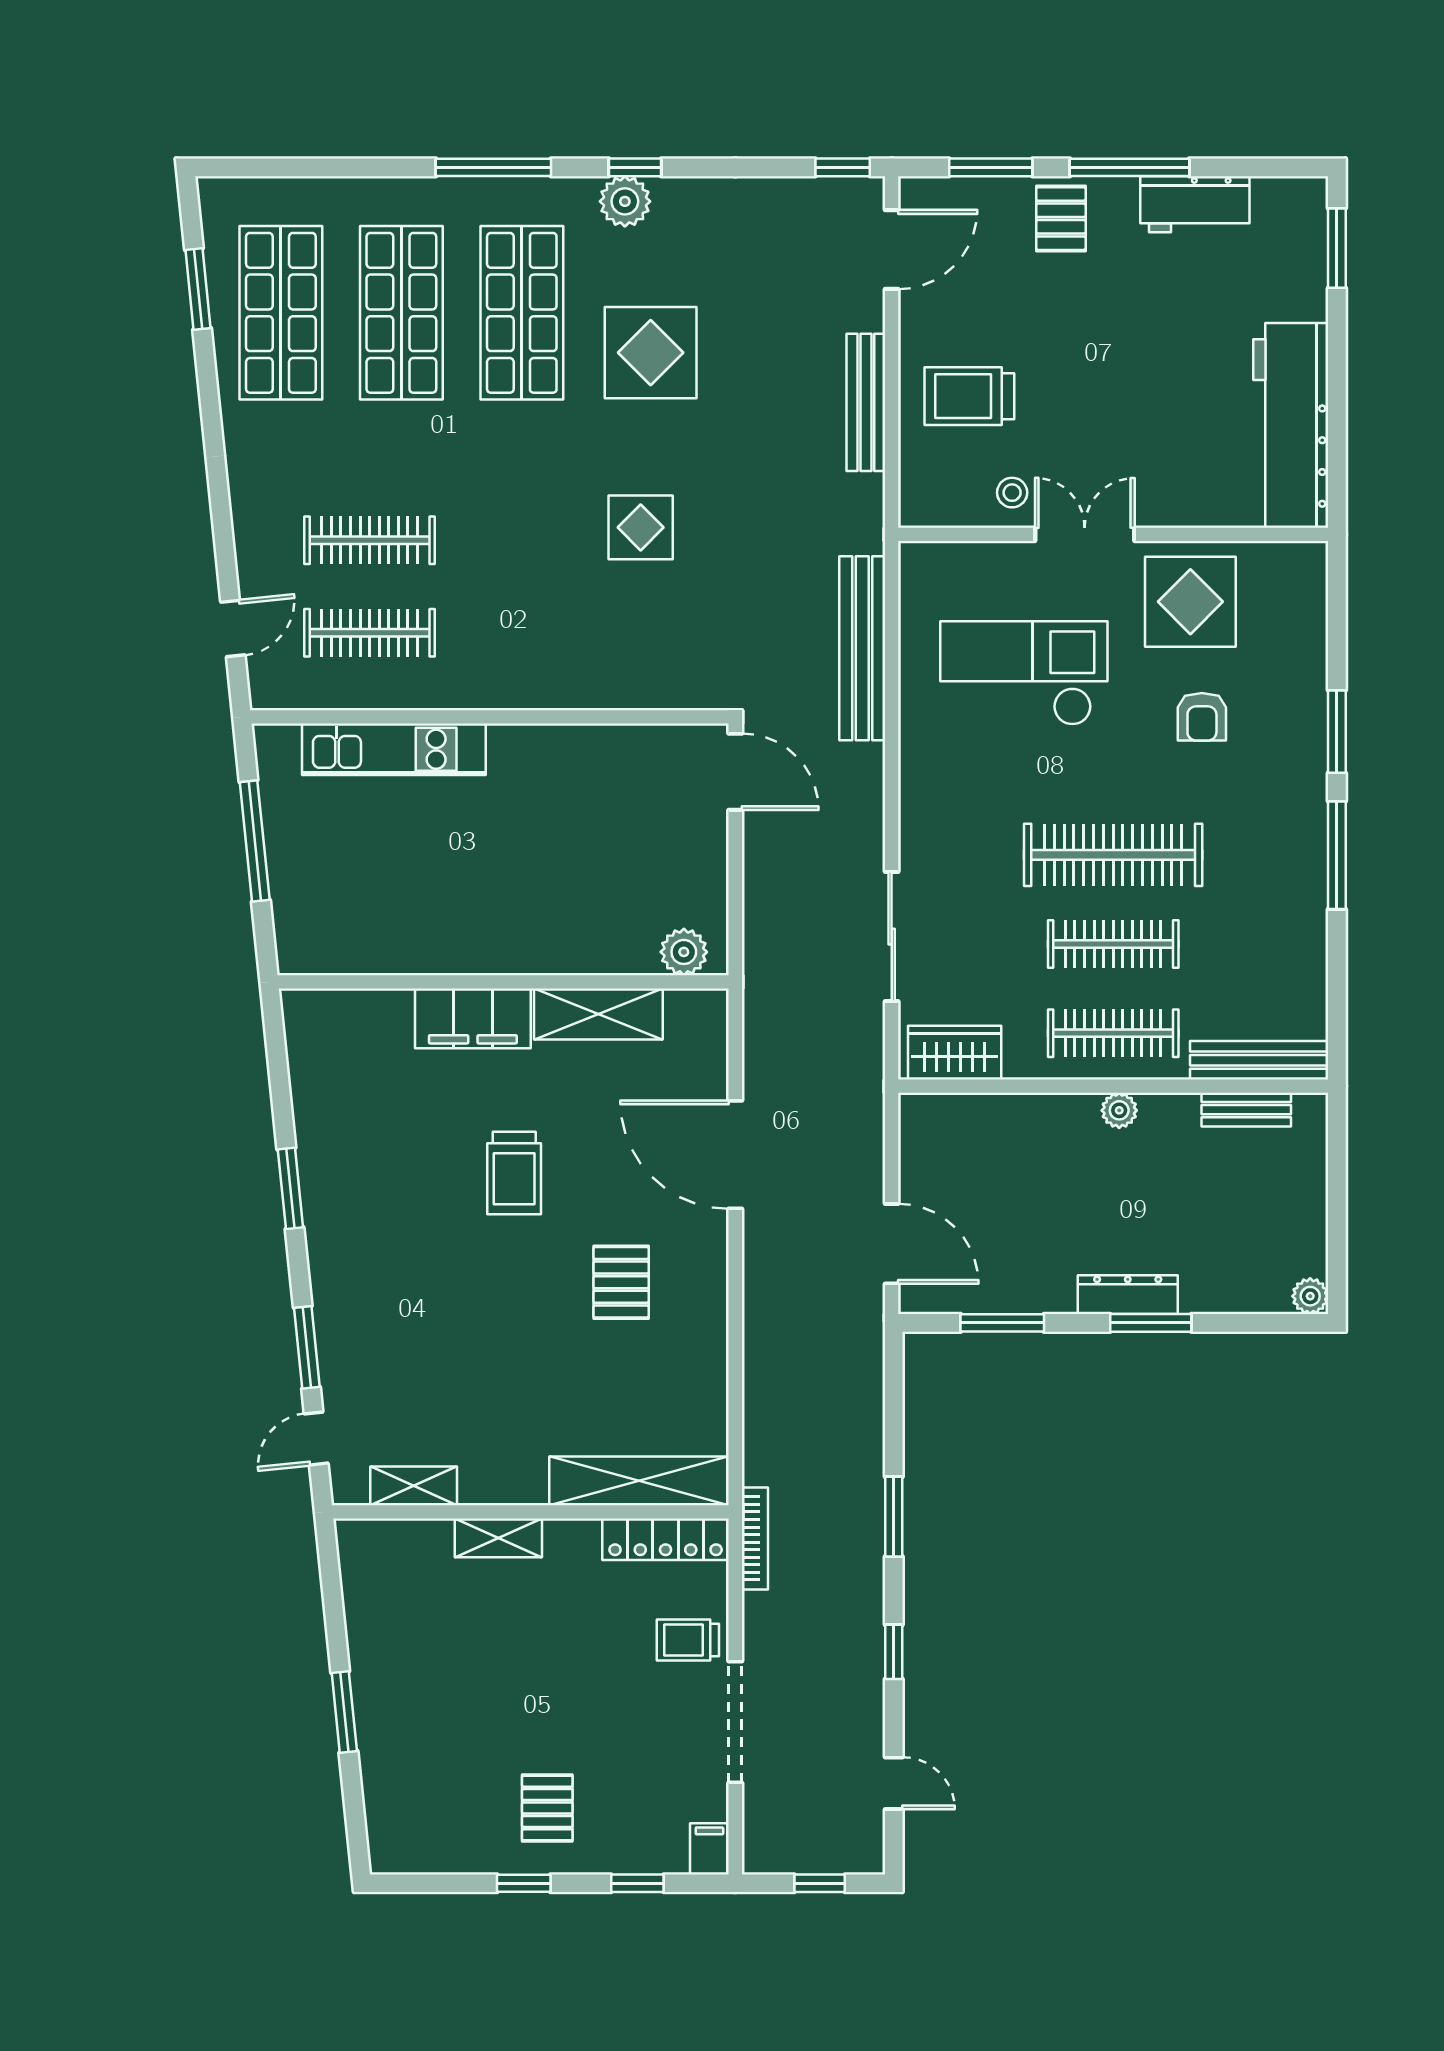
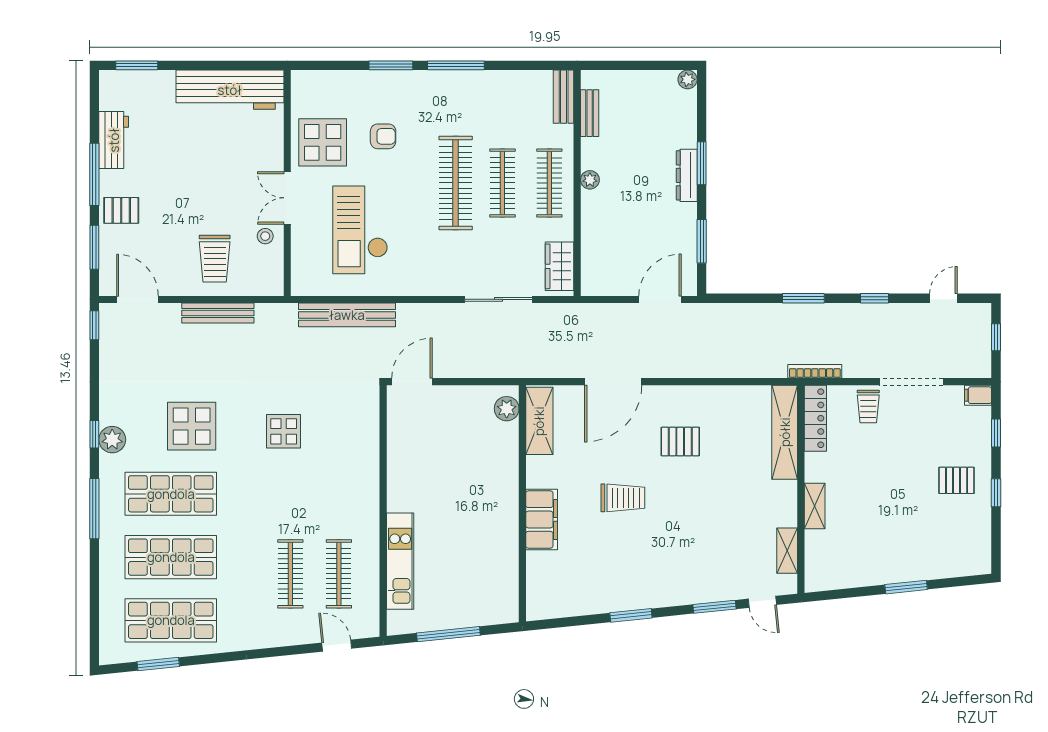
shelving: (598, 1014) -> (539, 421), moved
bench: (1259, 1060) -> (564, 97), width x0.73

